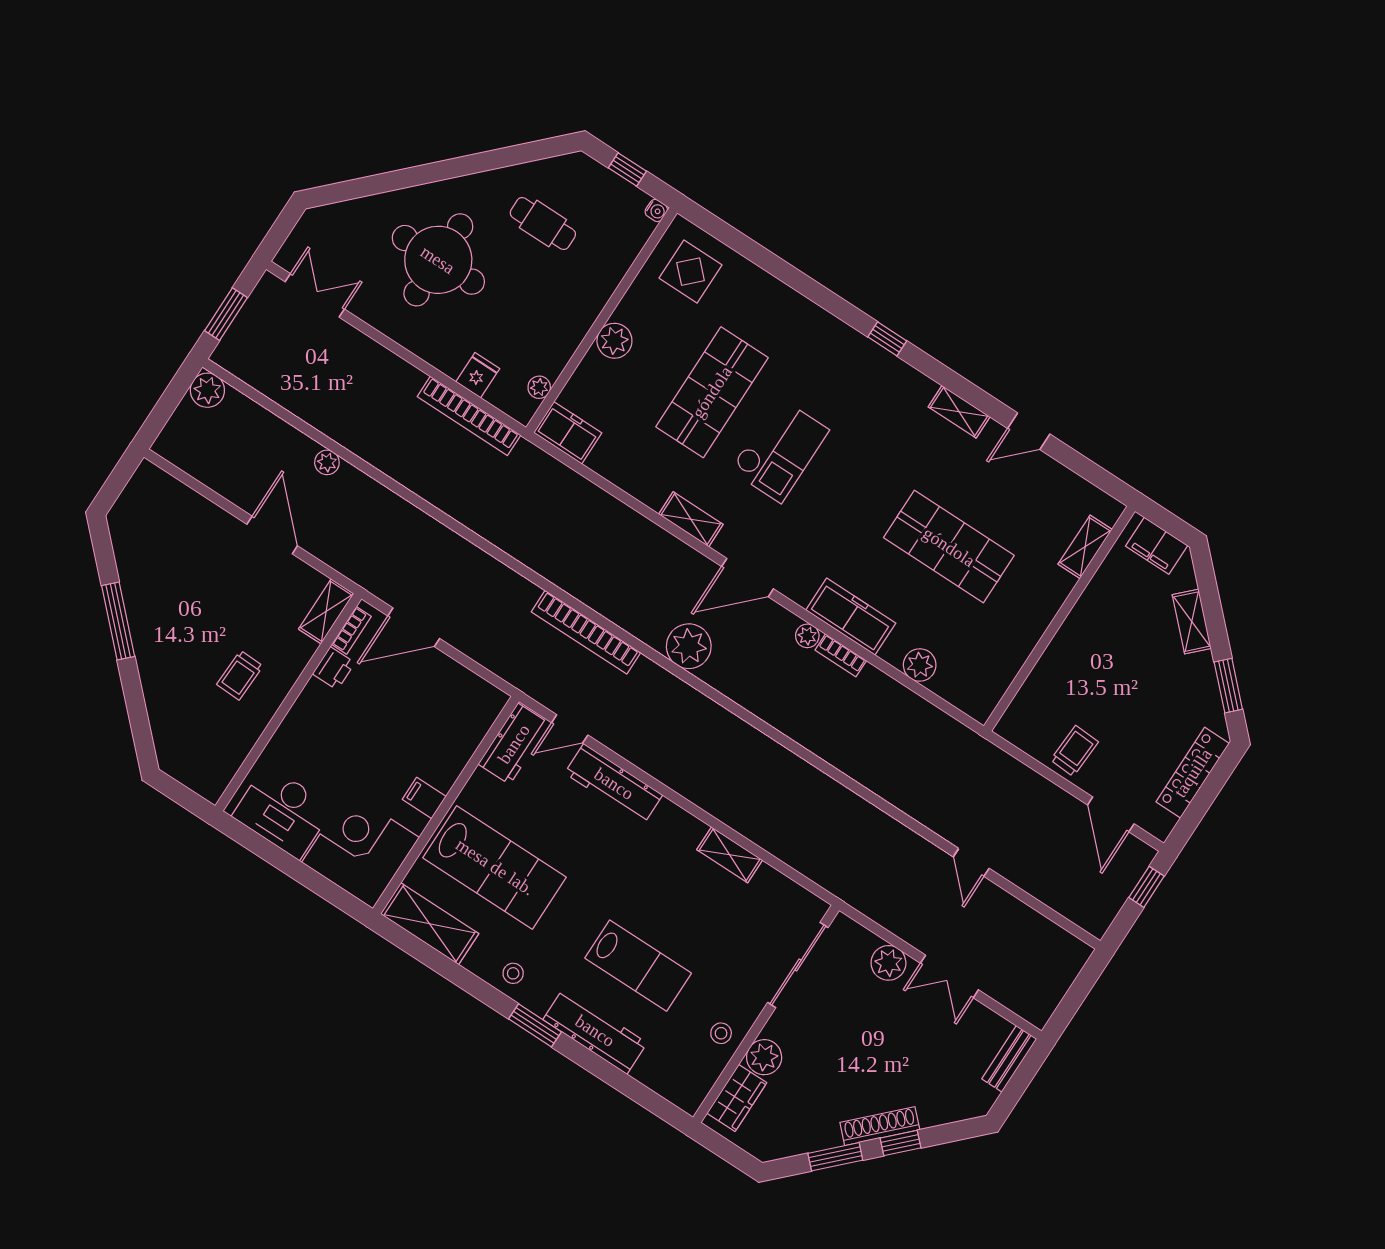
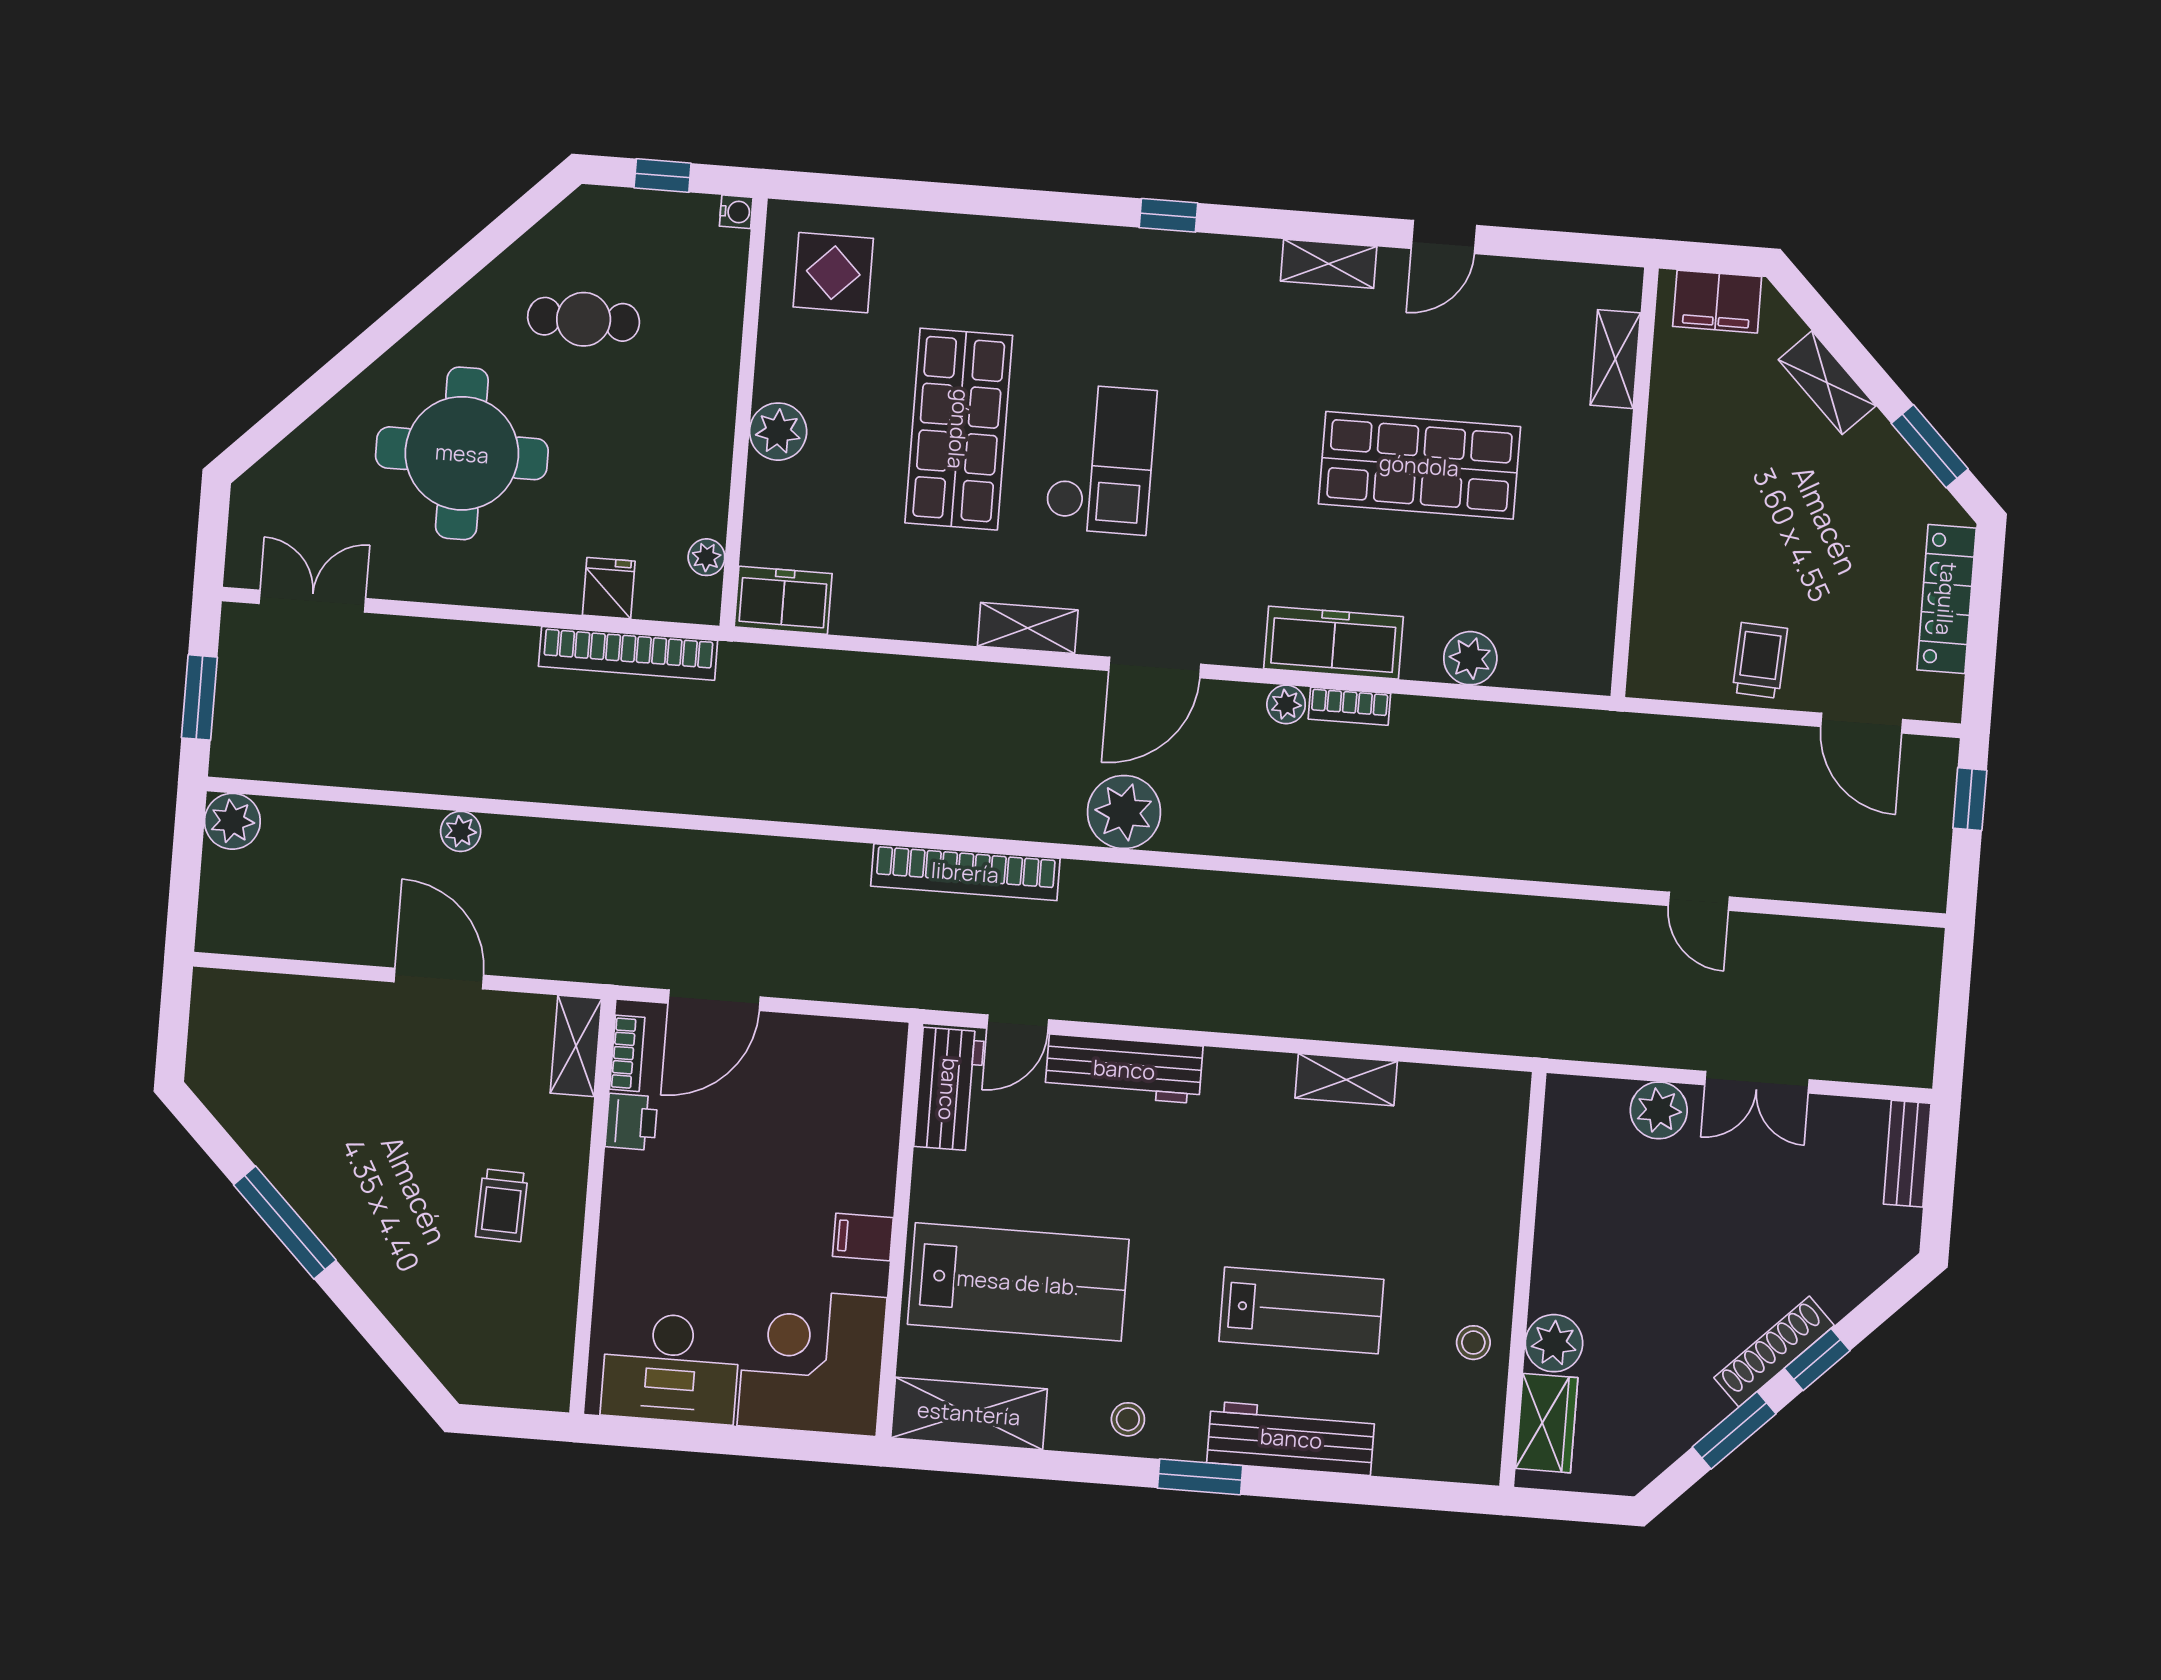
sliding door: (798, 965) -> (1530, 1184), removed

